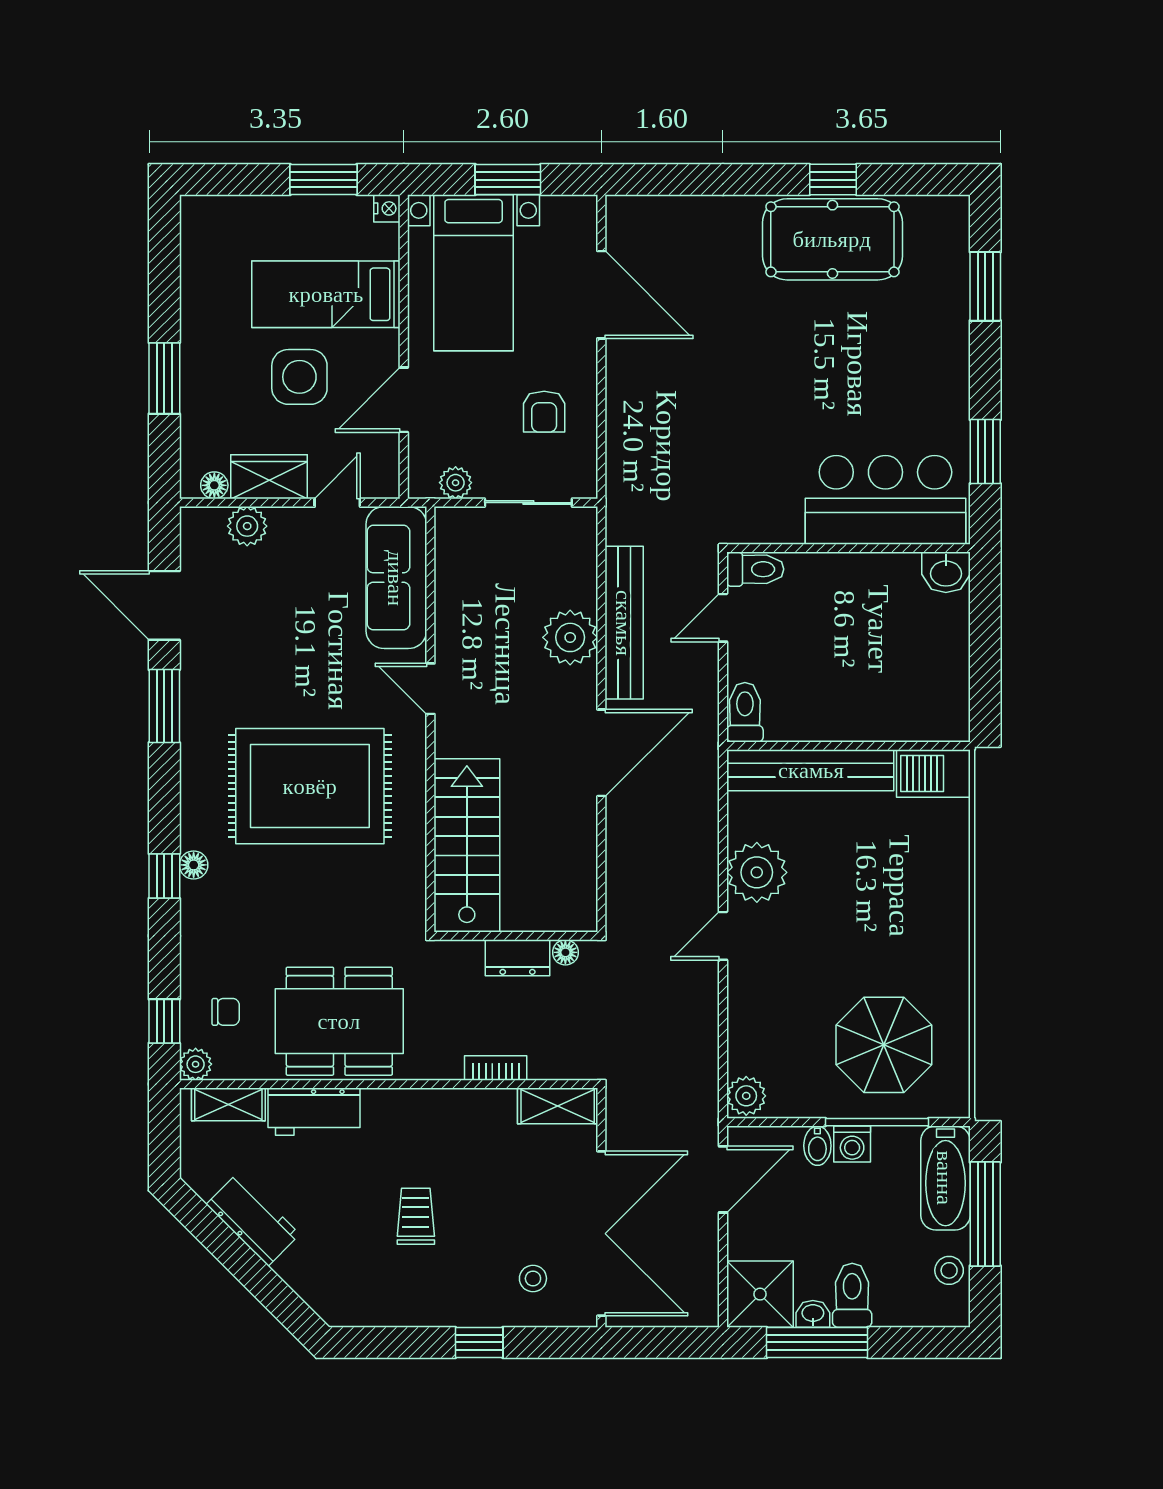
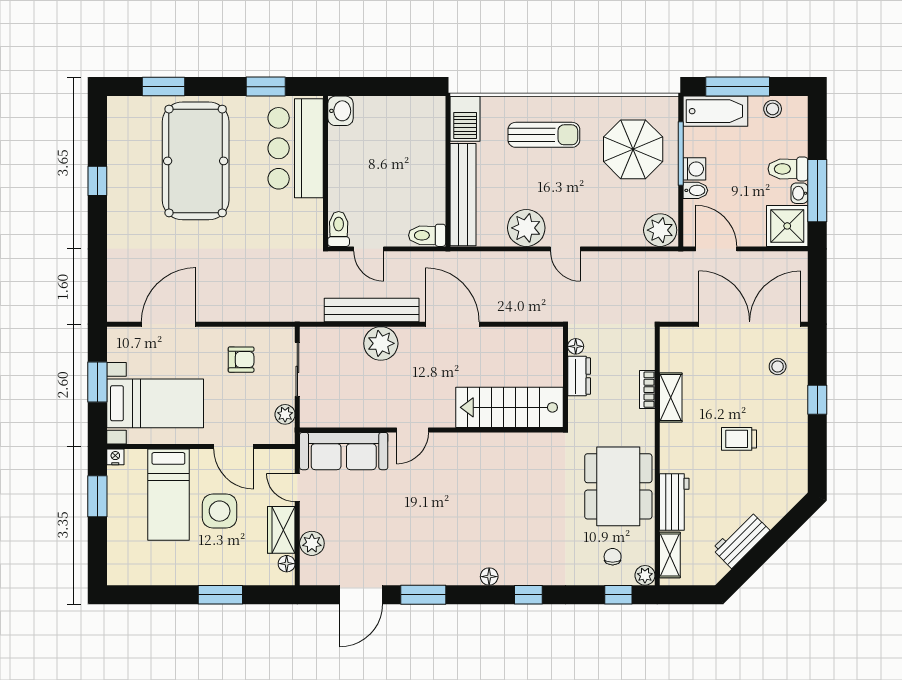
pool table: (832, 239) -> (196, 161), moved, width x1.36, depth x1.32
rug: (310, 786) -> (473, 505), removed
floor lamp: (194, 865) -> (489, 577), moved
sun lounger: (907, 901) -> (544, 135), added
plant: (746, 1096) -> (660, 230), width x1.36, depth x1.36
shelving: (558, 1106) -> (671, 397), moved

